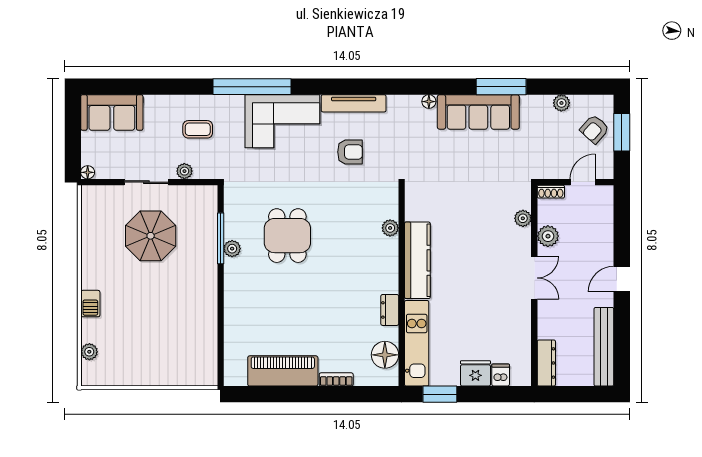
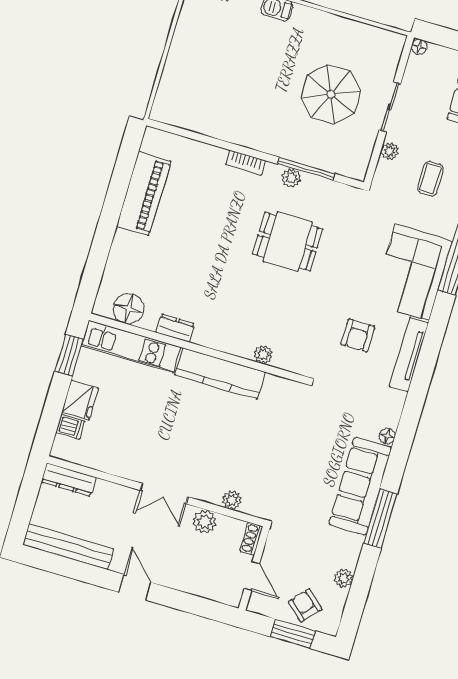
bookcase: (336, 379) -> (246, 162), moved, turned 90

